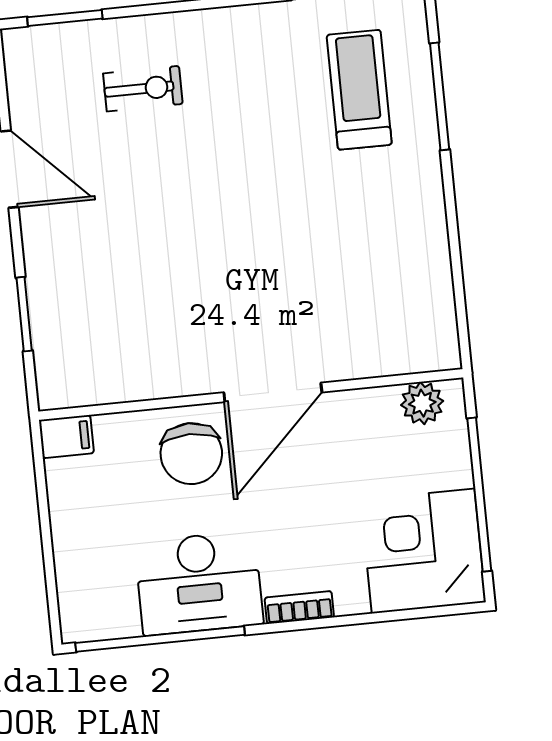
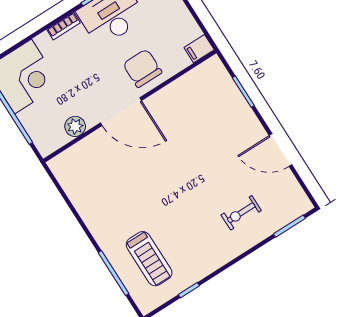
door: (273, 392) -> (121, 112), swing flipped
plant: (422, 403) -> (75, 126), moved

